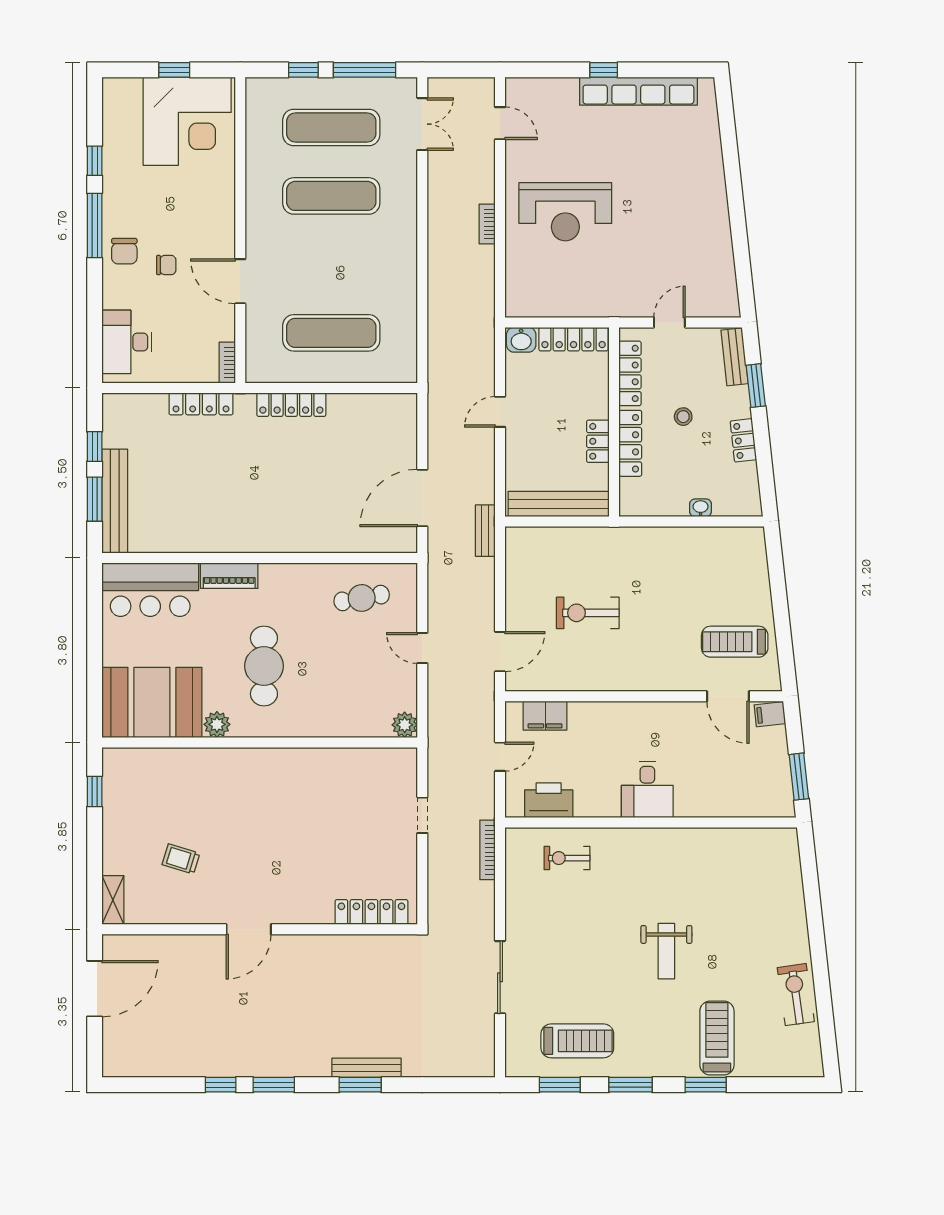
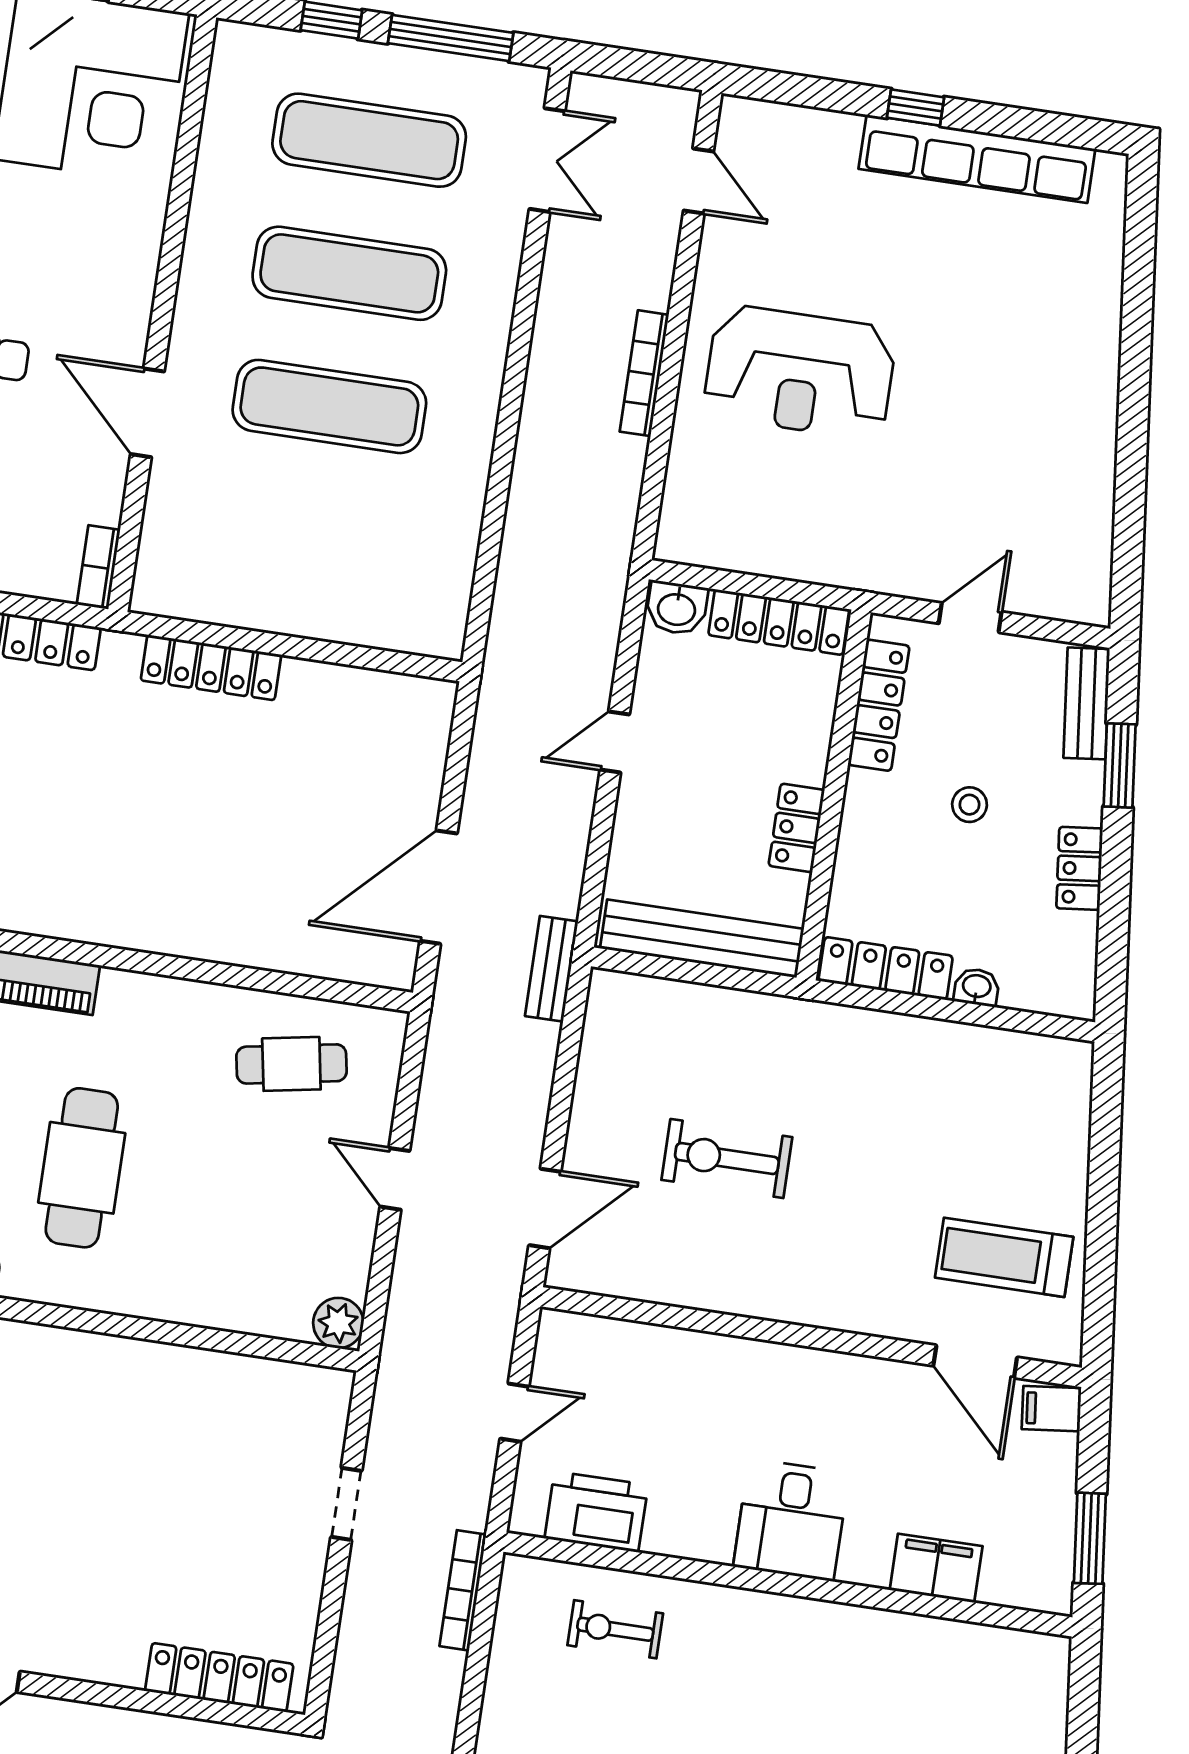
bookcase: (487, 224) -> (644, 373), width x1.56
exercise mat: (331, 333) -> (329, 406), moved
locker: (630, 443) -> (886, 968), moved, turned -90
filing cabinet: (545, 716) -> (936, 1568), moved, turned 180

